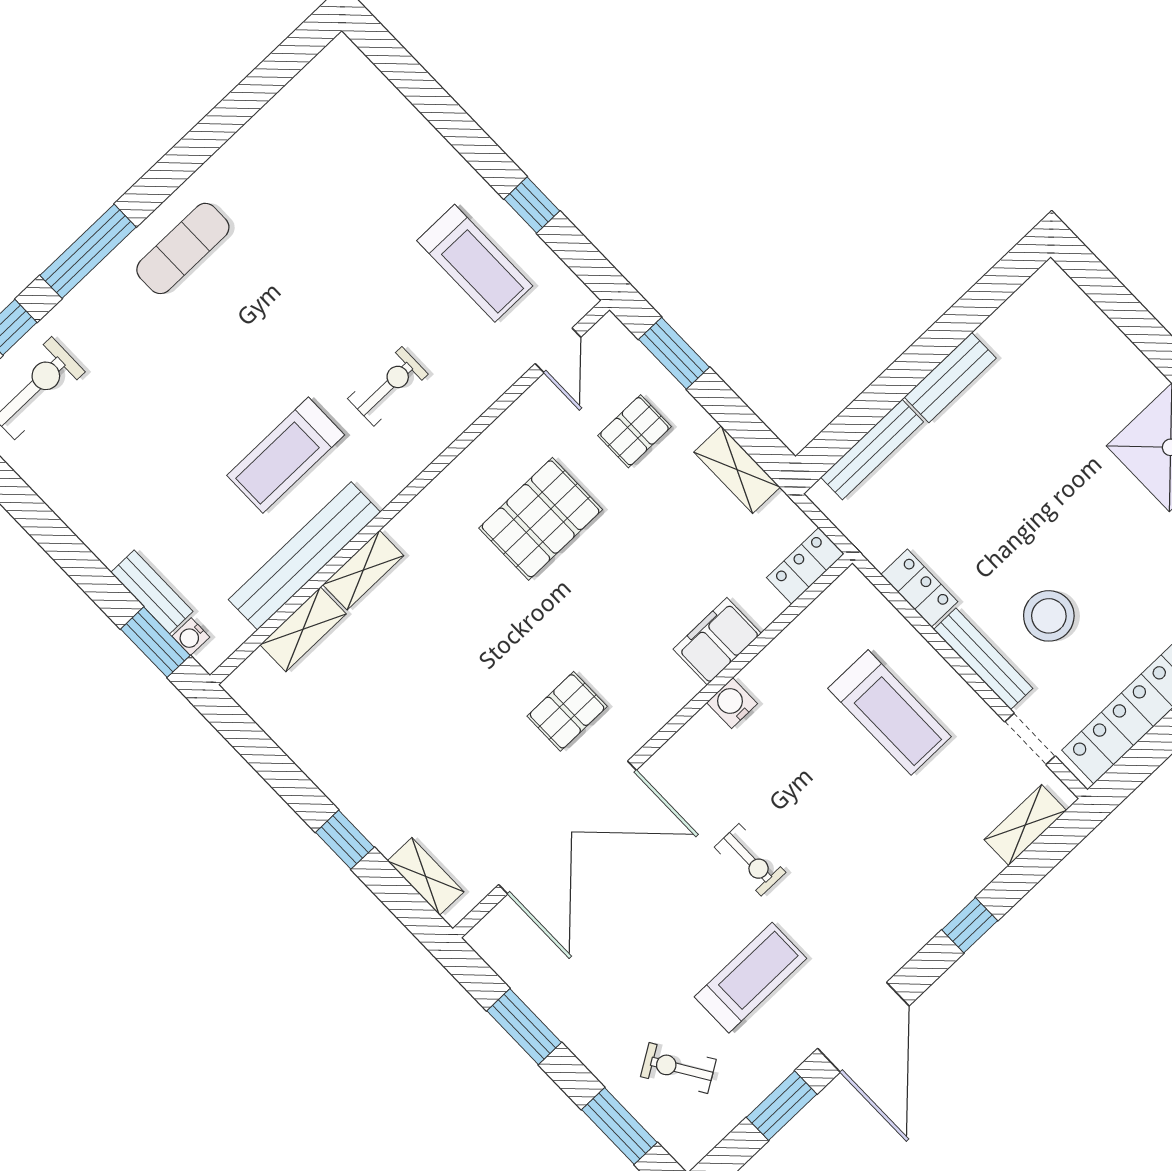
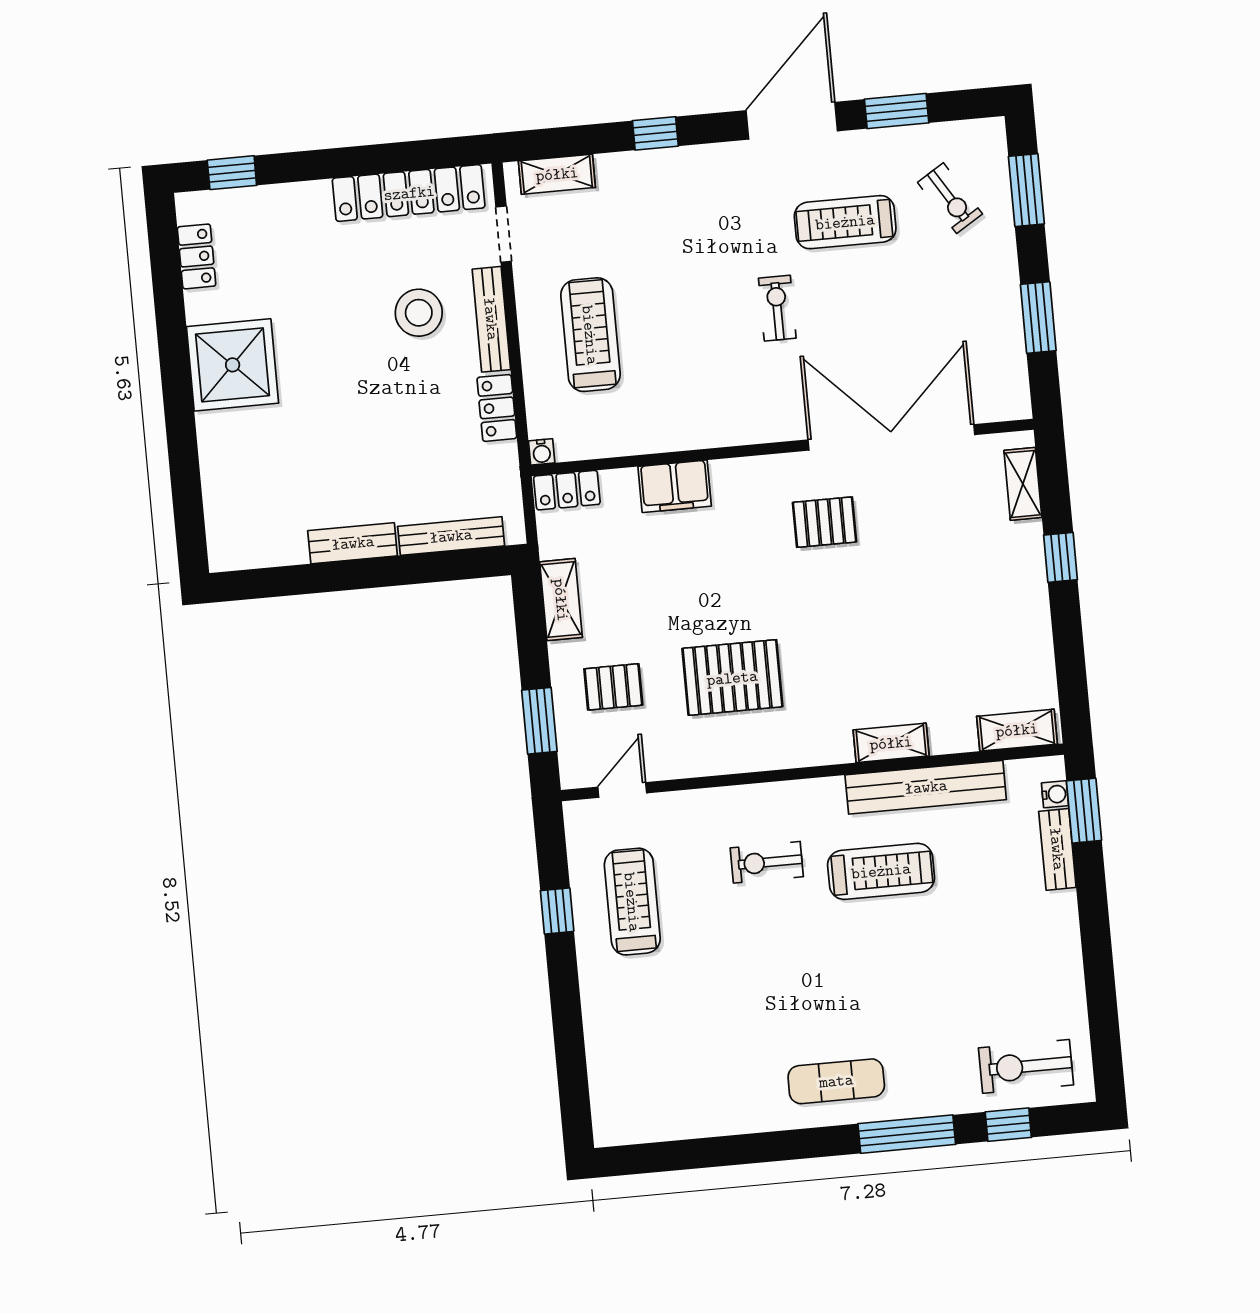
shelving: (303, 629) -> (1017, 730), moved
water cooler: (732, 703) -> (542, 452), moved, width x0.72, depth x0.72

